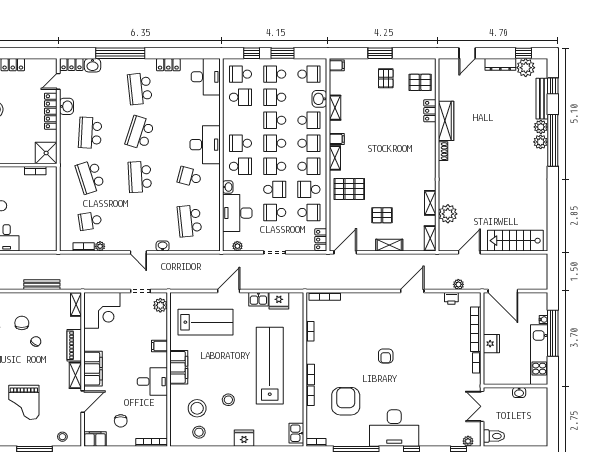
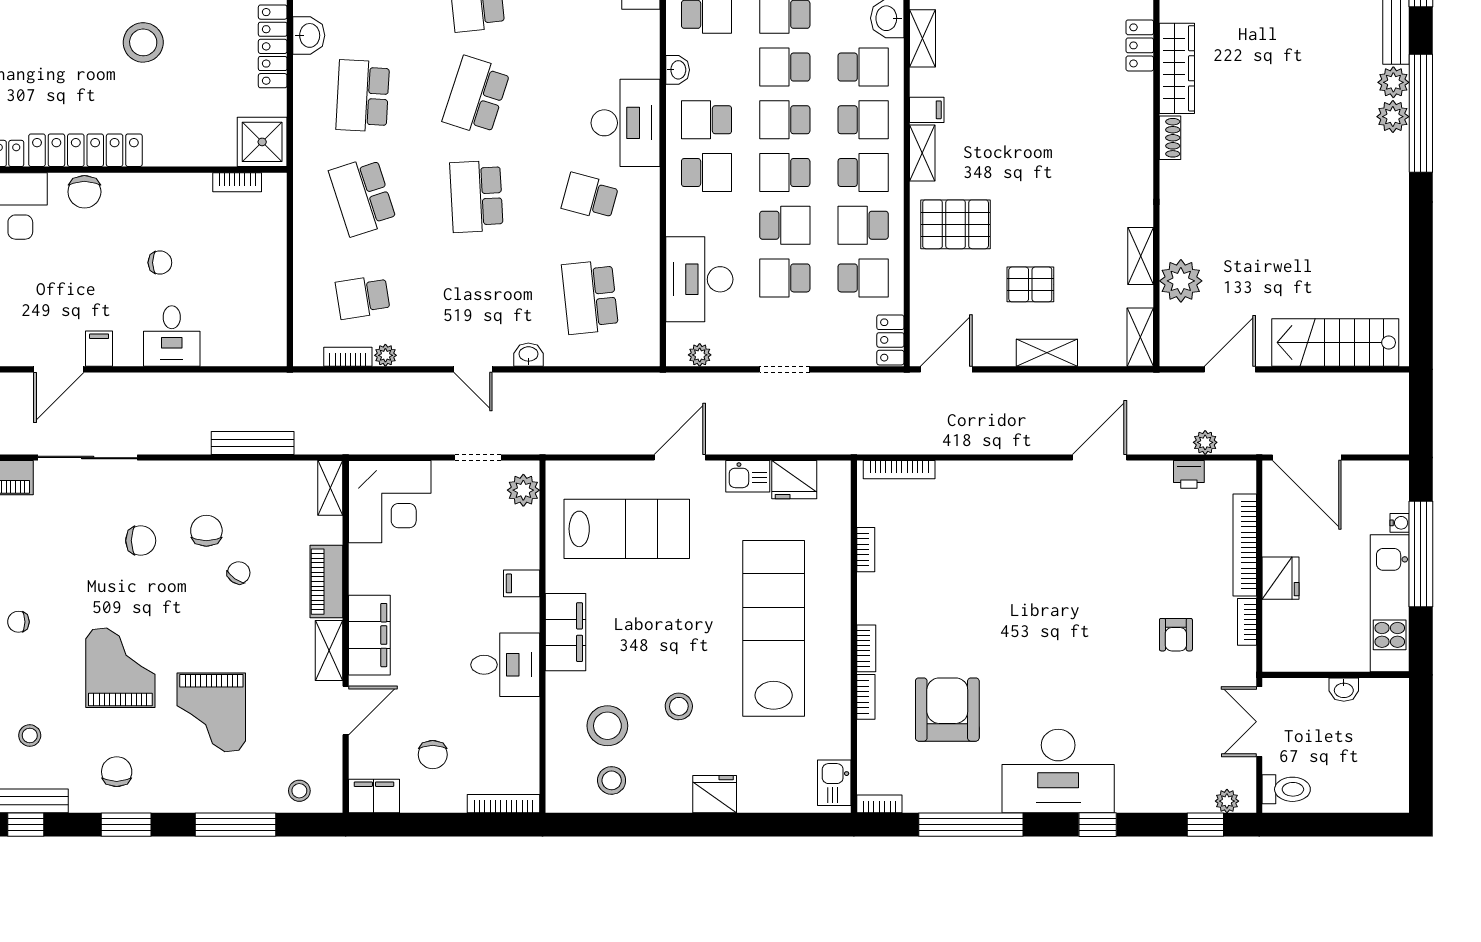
washbasin: (228, 187) -> (678, 70), moved
armchair: (386, 356) -> (1176, 635), moved

